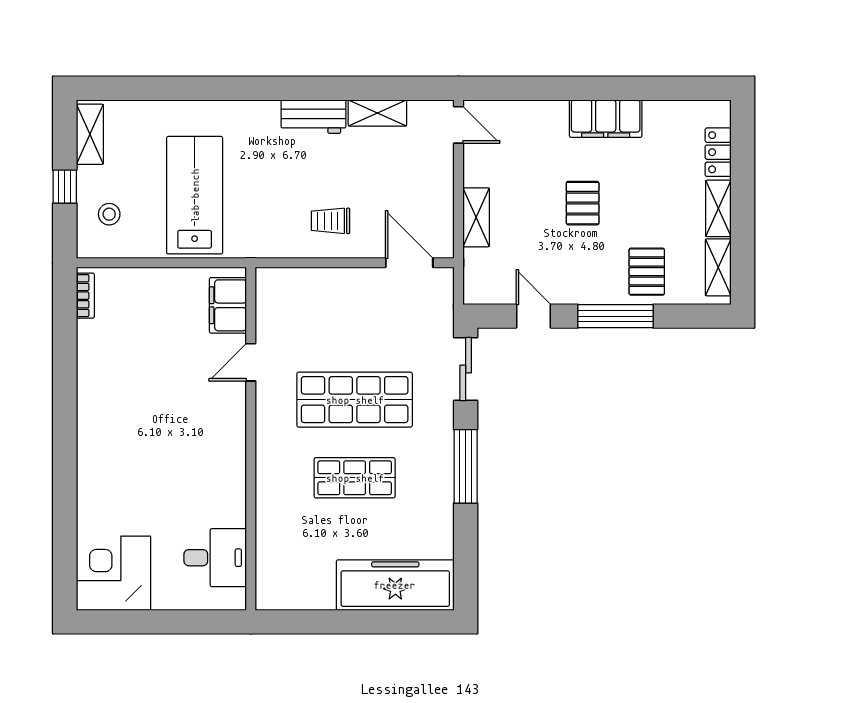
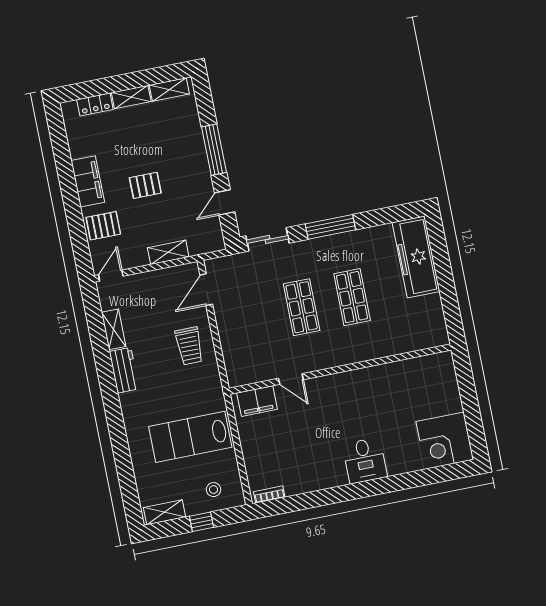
trolley: (330, 221) -> (189, 346), width x1.36, depth x1.39
pallet: (647, 272) -> (103, 226), moved
shop shelf: (355, 400) -> (302, 307), width x0.70, depth x0.74
desk: (215, 558) -> (365, 460), moved, turned 180

